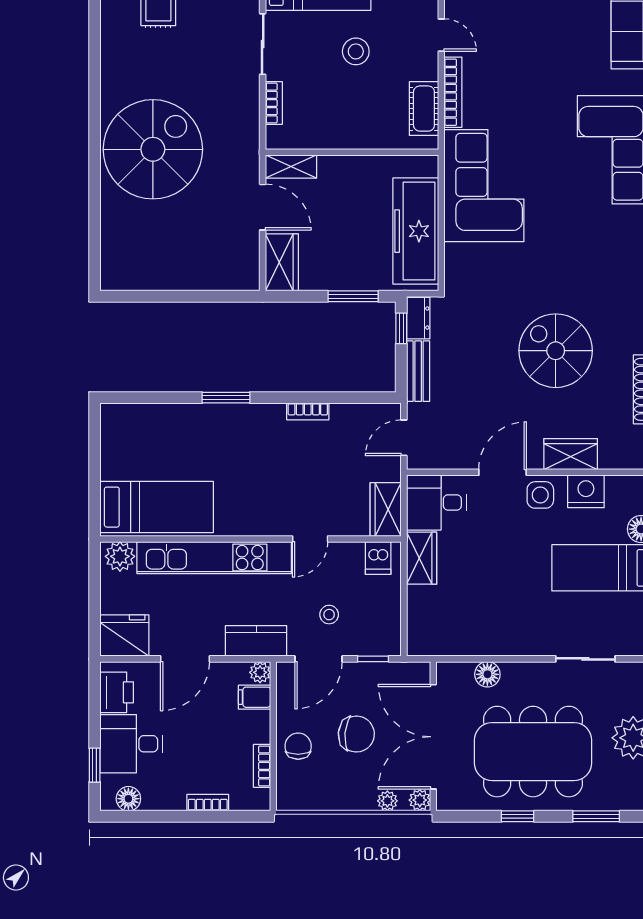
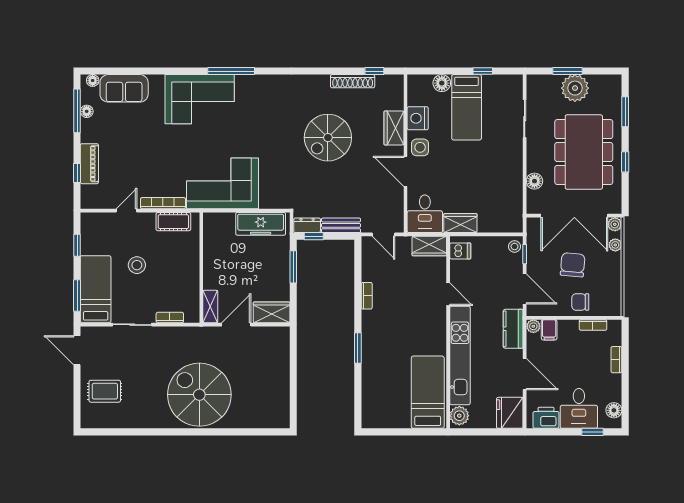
freezer: (416, 231) -> (261, 224), width x0.73, depth x0.79
stool: (329, 615) -> (515, 246), moved

